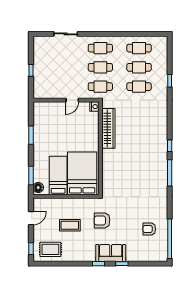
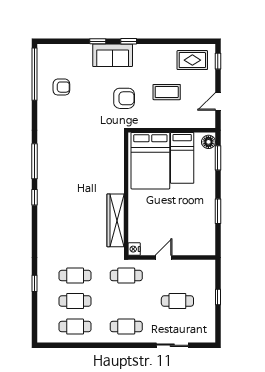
cafe table: (100, 67) -> (177, 301), moved

